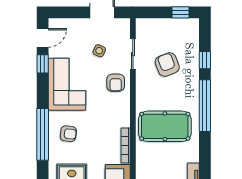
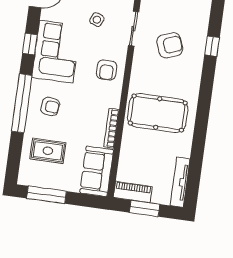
window: (43, 64) -> (30, 44), moved
armchair: (167, 65) -> (170, 45), turned 90
armchair: (116, 83) -> (107, 70), moved
window: (205, 106) -> (205, 96), removed

